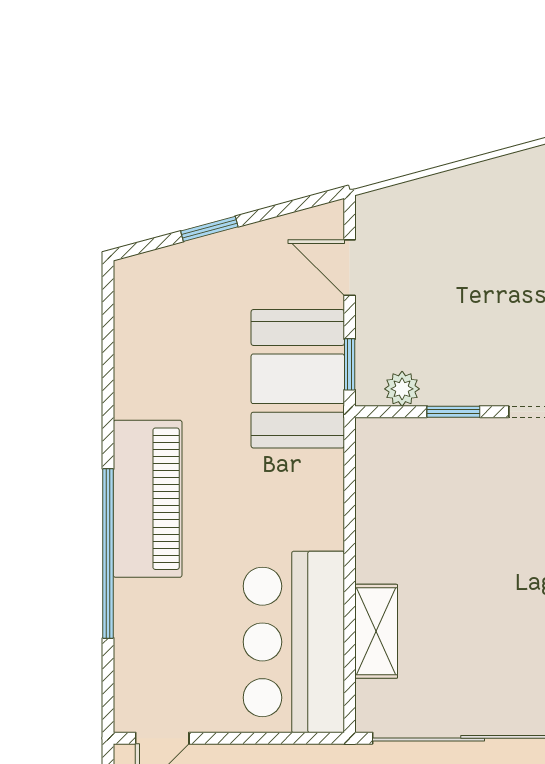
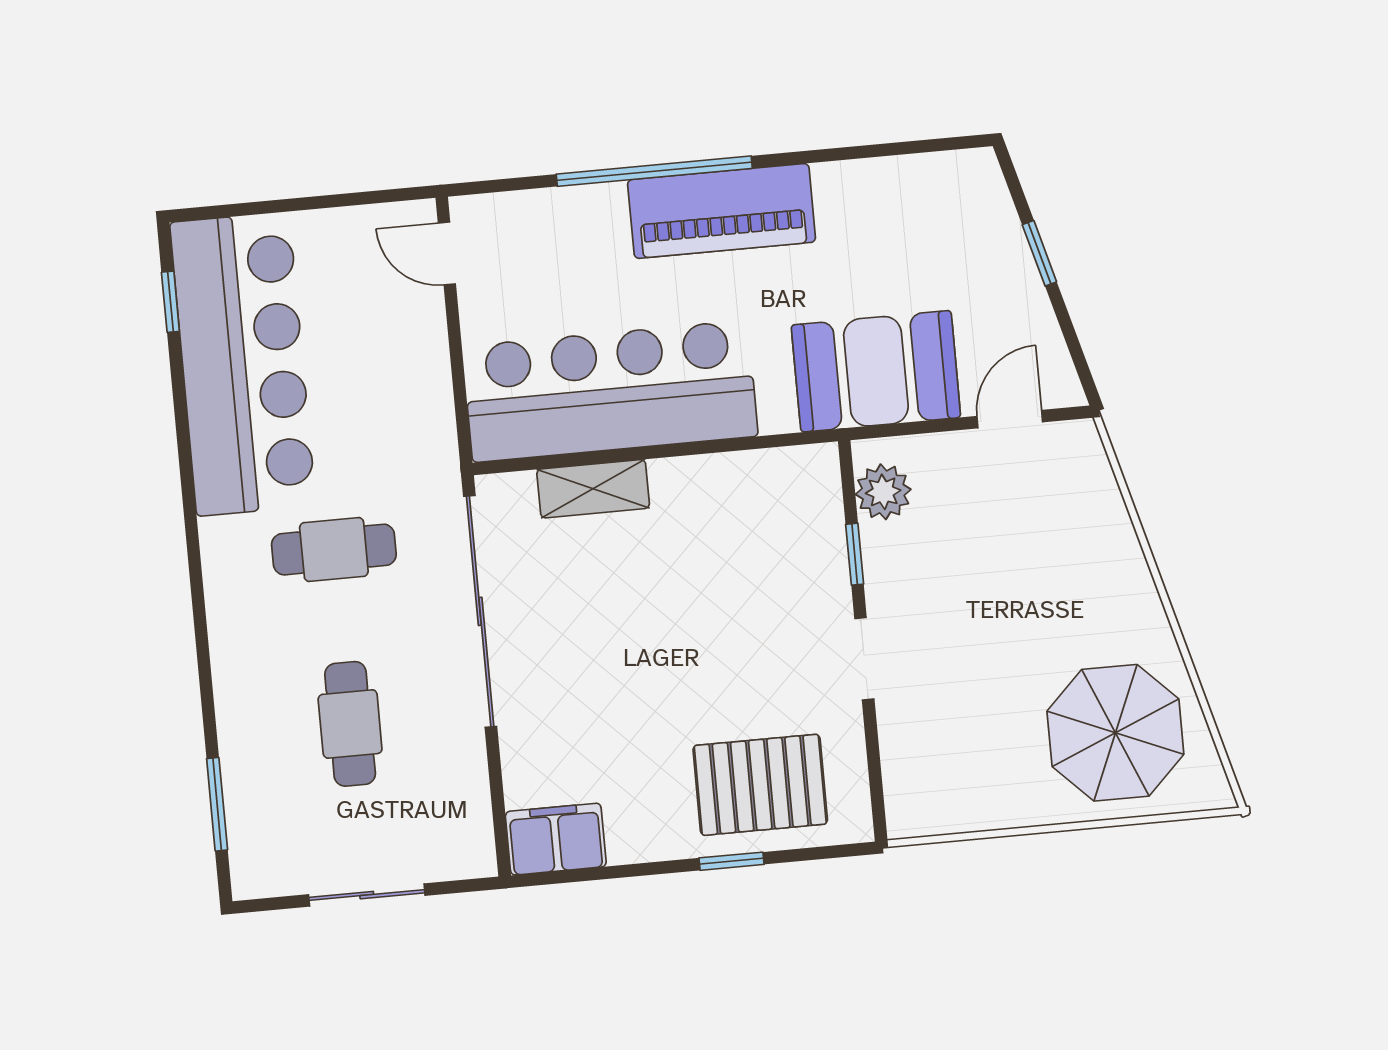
window: (350, 364) -> (898, 430), removed
plant: (402, 389) -> (883, 492), width x1.38, depth x1.38
bar counter: (294, 642) -> (610, 391), width x1.36

